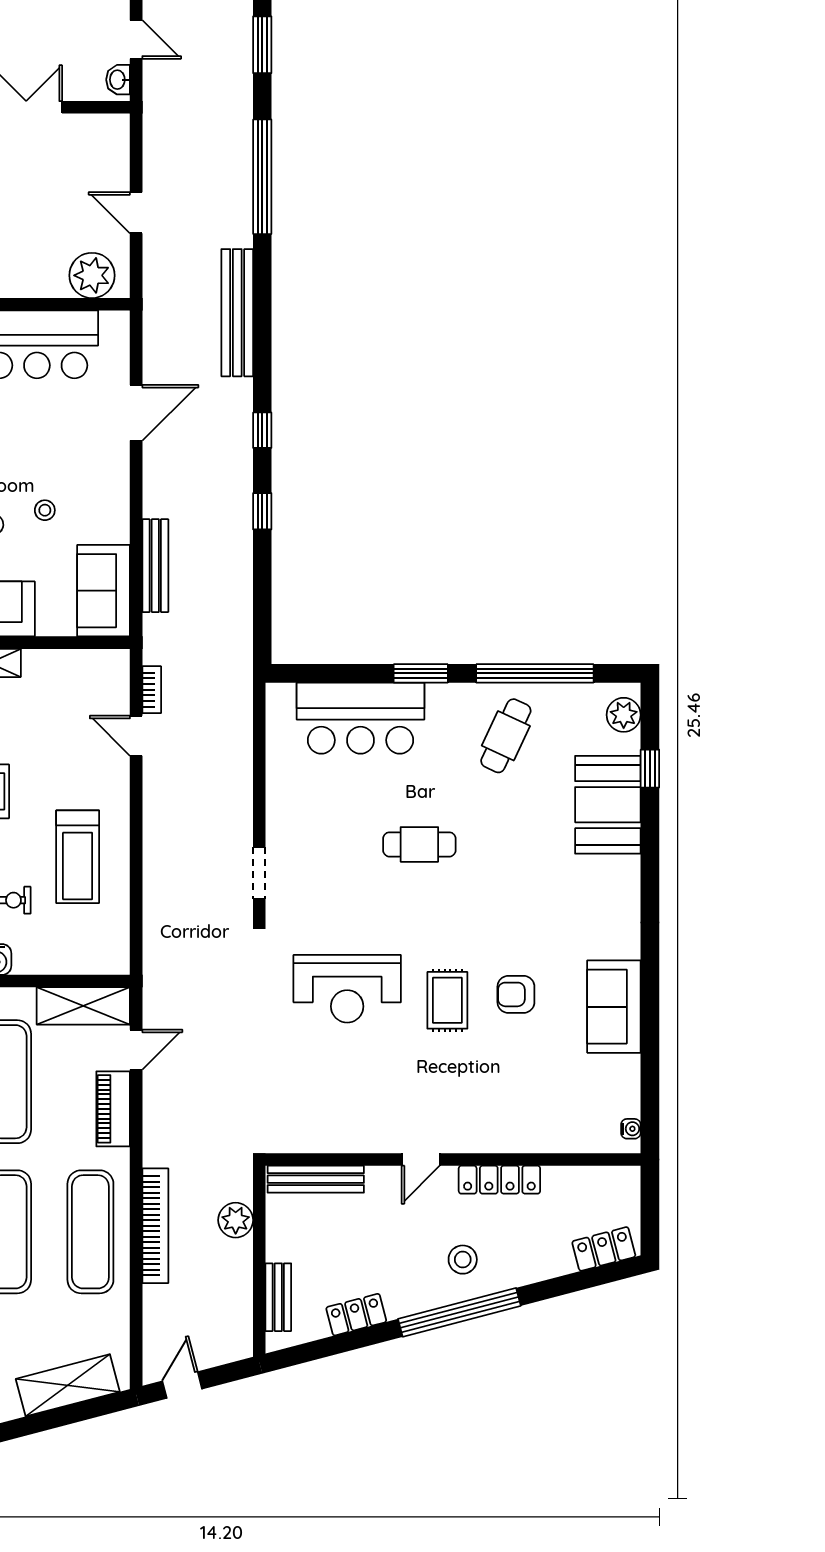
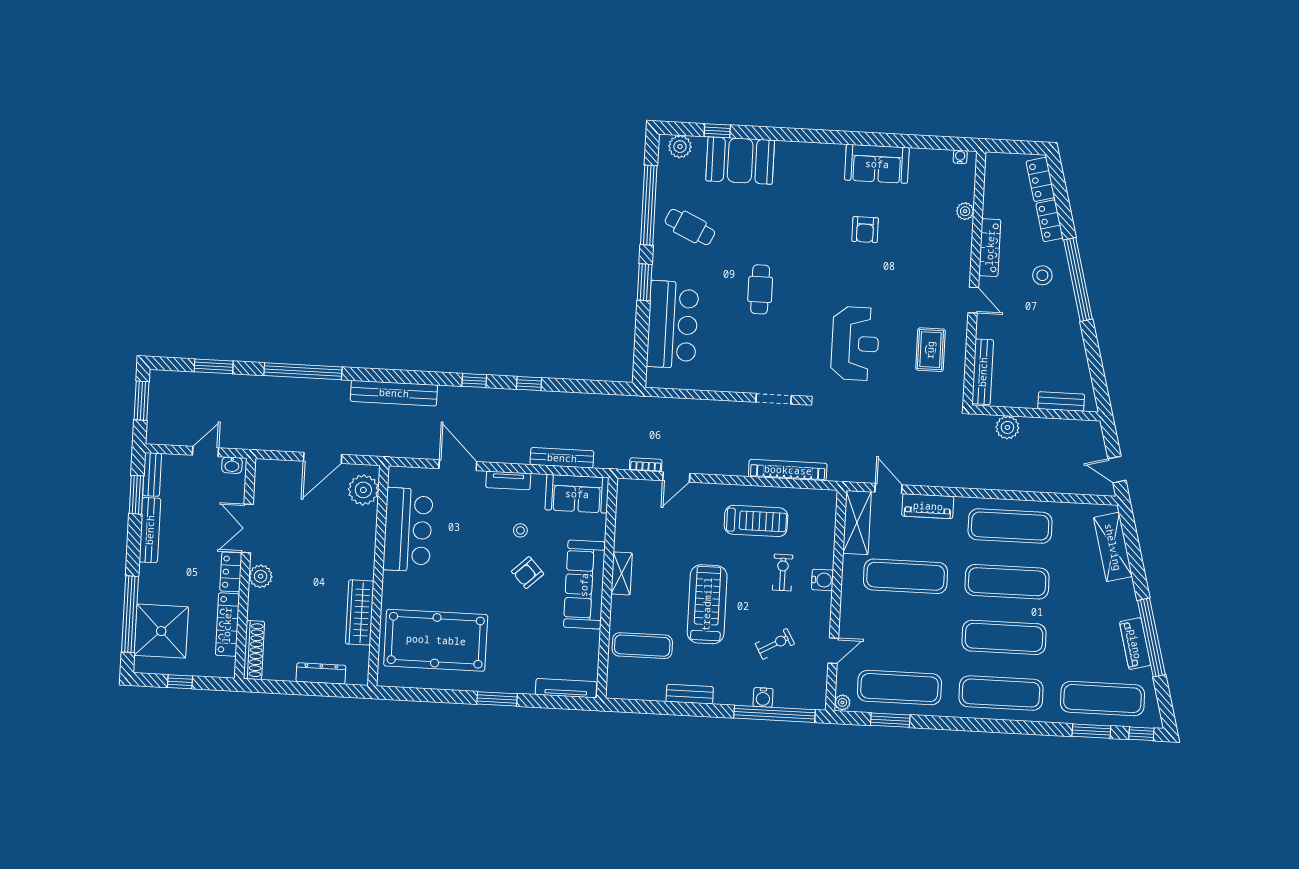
door: (136, 213) -> (323, 458), width x1.38
tv unit: (118, 488) -> (508, 480), added
rug: (447, 1000) -> (930, 350), moved, turned 90
plant: (551, 1140) -> (965, 211), added
bookcase: (155, 1226) -> (788, 470), moved
locker: (356, 1315) -> (1049, 221), moved

